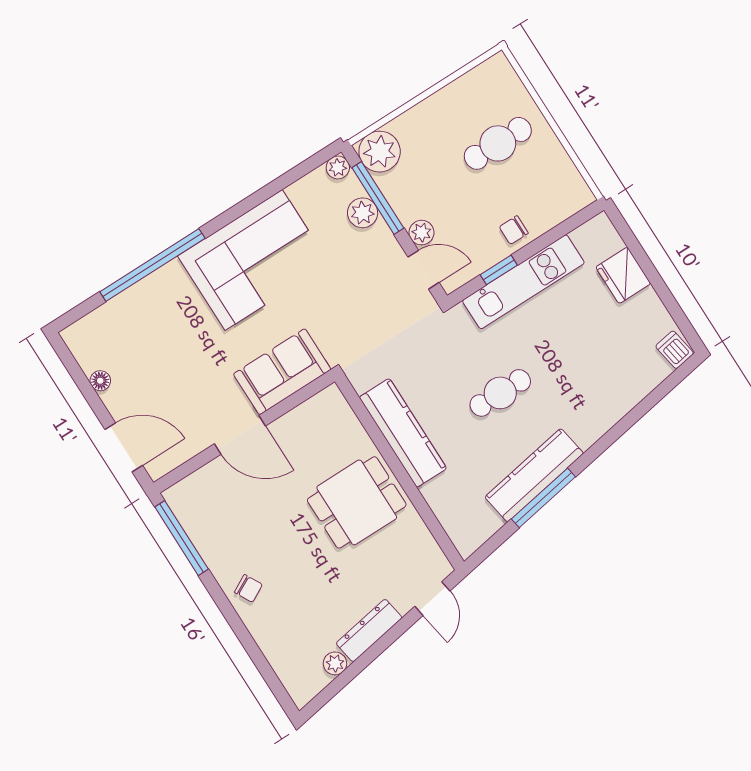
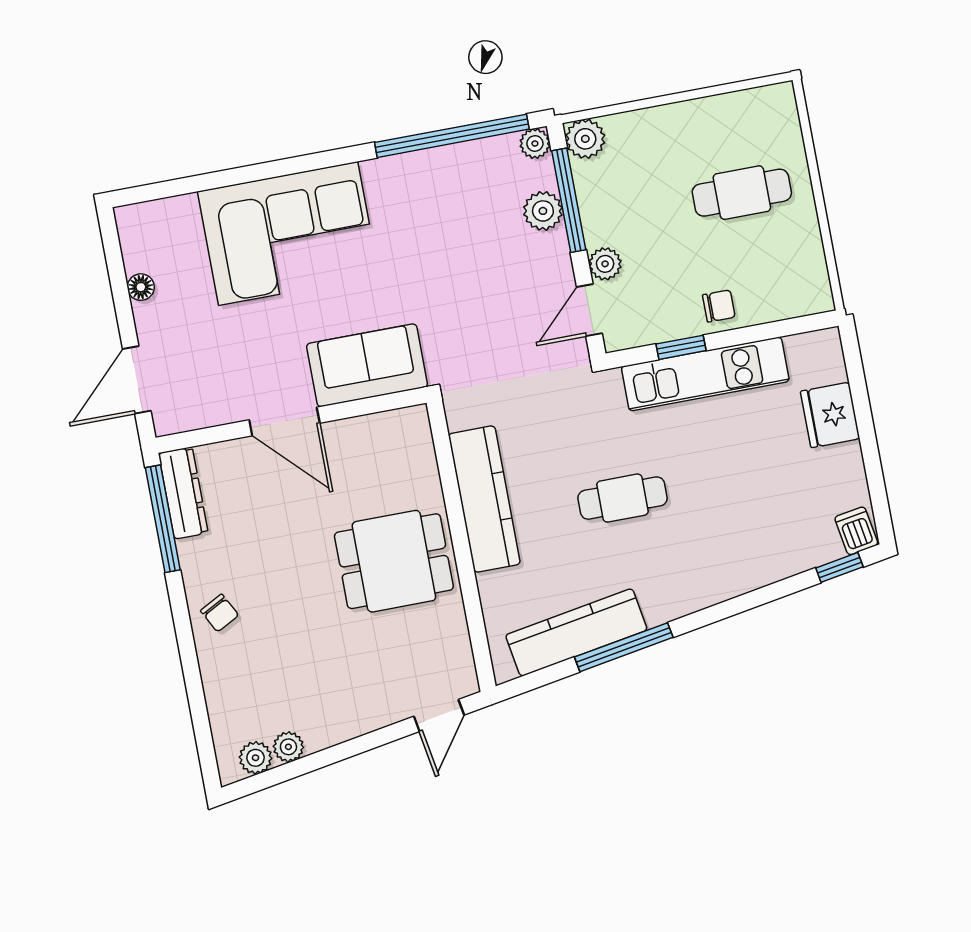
plant: (380, 152) -> (585, 139), width x0.73, depth x0.73
chair: (514, 230) -> (719, 306), turned 180
corner sofa: (254, 260) -> (288, 233), moved
window: (152, 265) -> (452, 136), moved
door: (423, 270) -> (589, 310), swing flipped
window: (673, 380) -> (839, 567), added
door: (124, 447) -> (137, 380), swing flipped
kitchen counter: (534, 475) -> (576, 632), moved
dresser: (369, 630) -> (183, 493), moved, turned 100
plant: (315, 680) -> (256, 758), added

